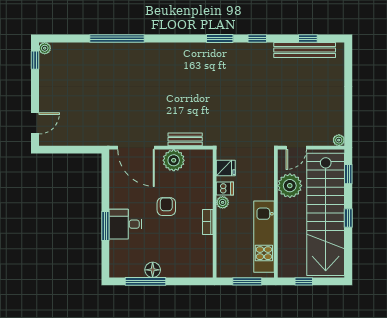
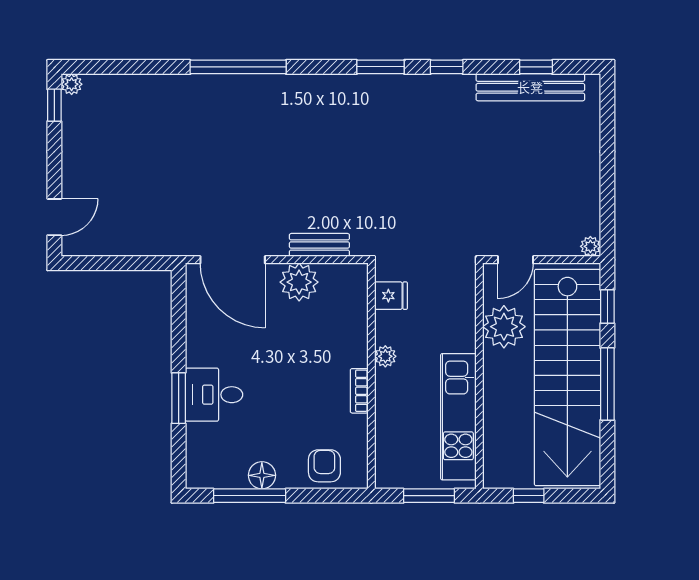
window: (117, 38) -> (238, 67), moved
dishwasher: (225, 188) -> (389, 332), removed
armchair: (166, 207) -> (324, 466), moved
window: (348, 218) -> (607, 384), width x2.17

